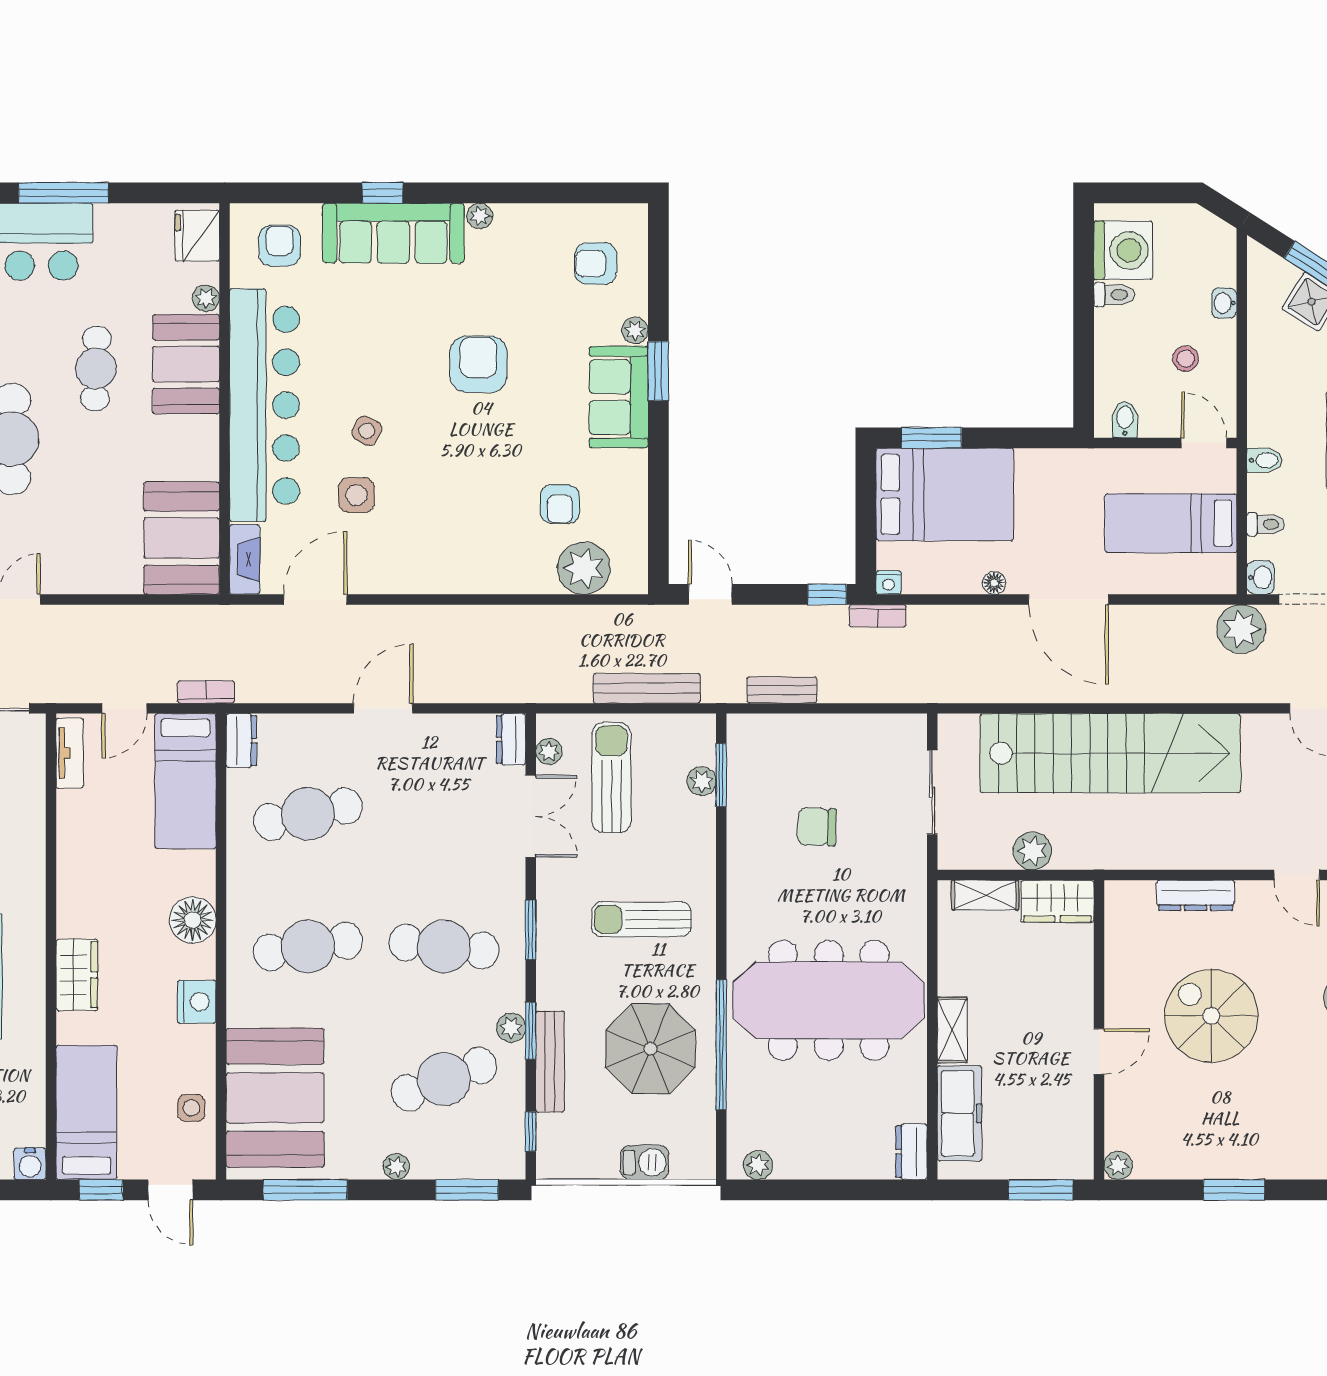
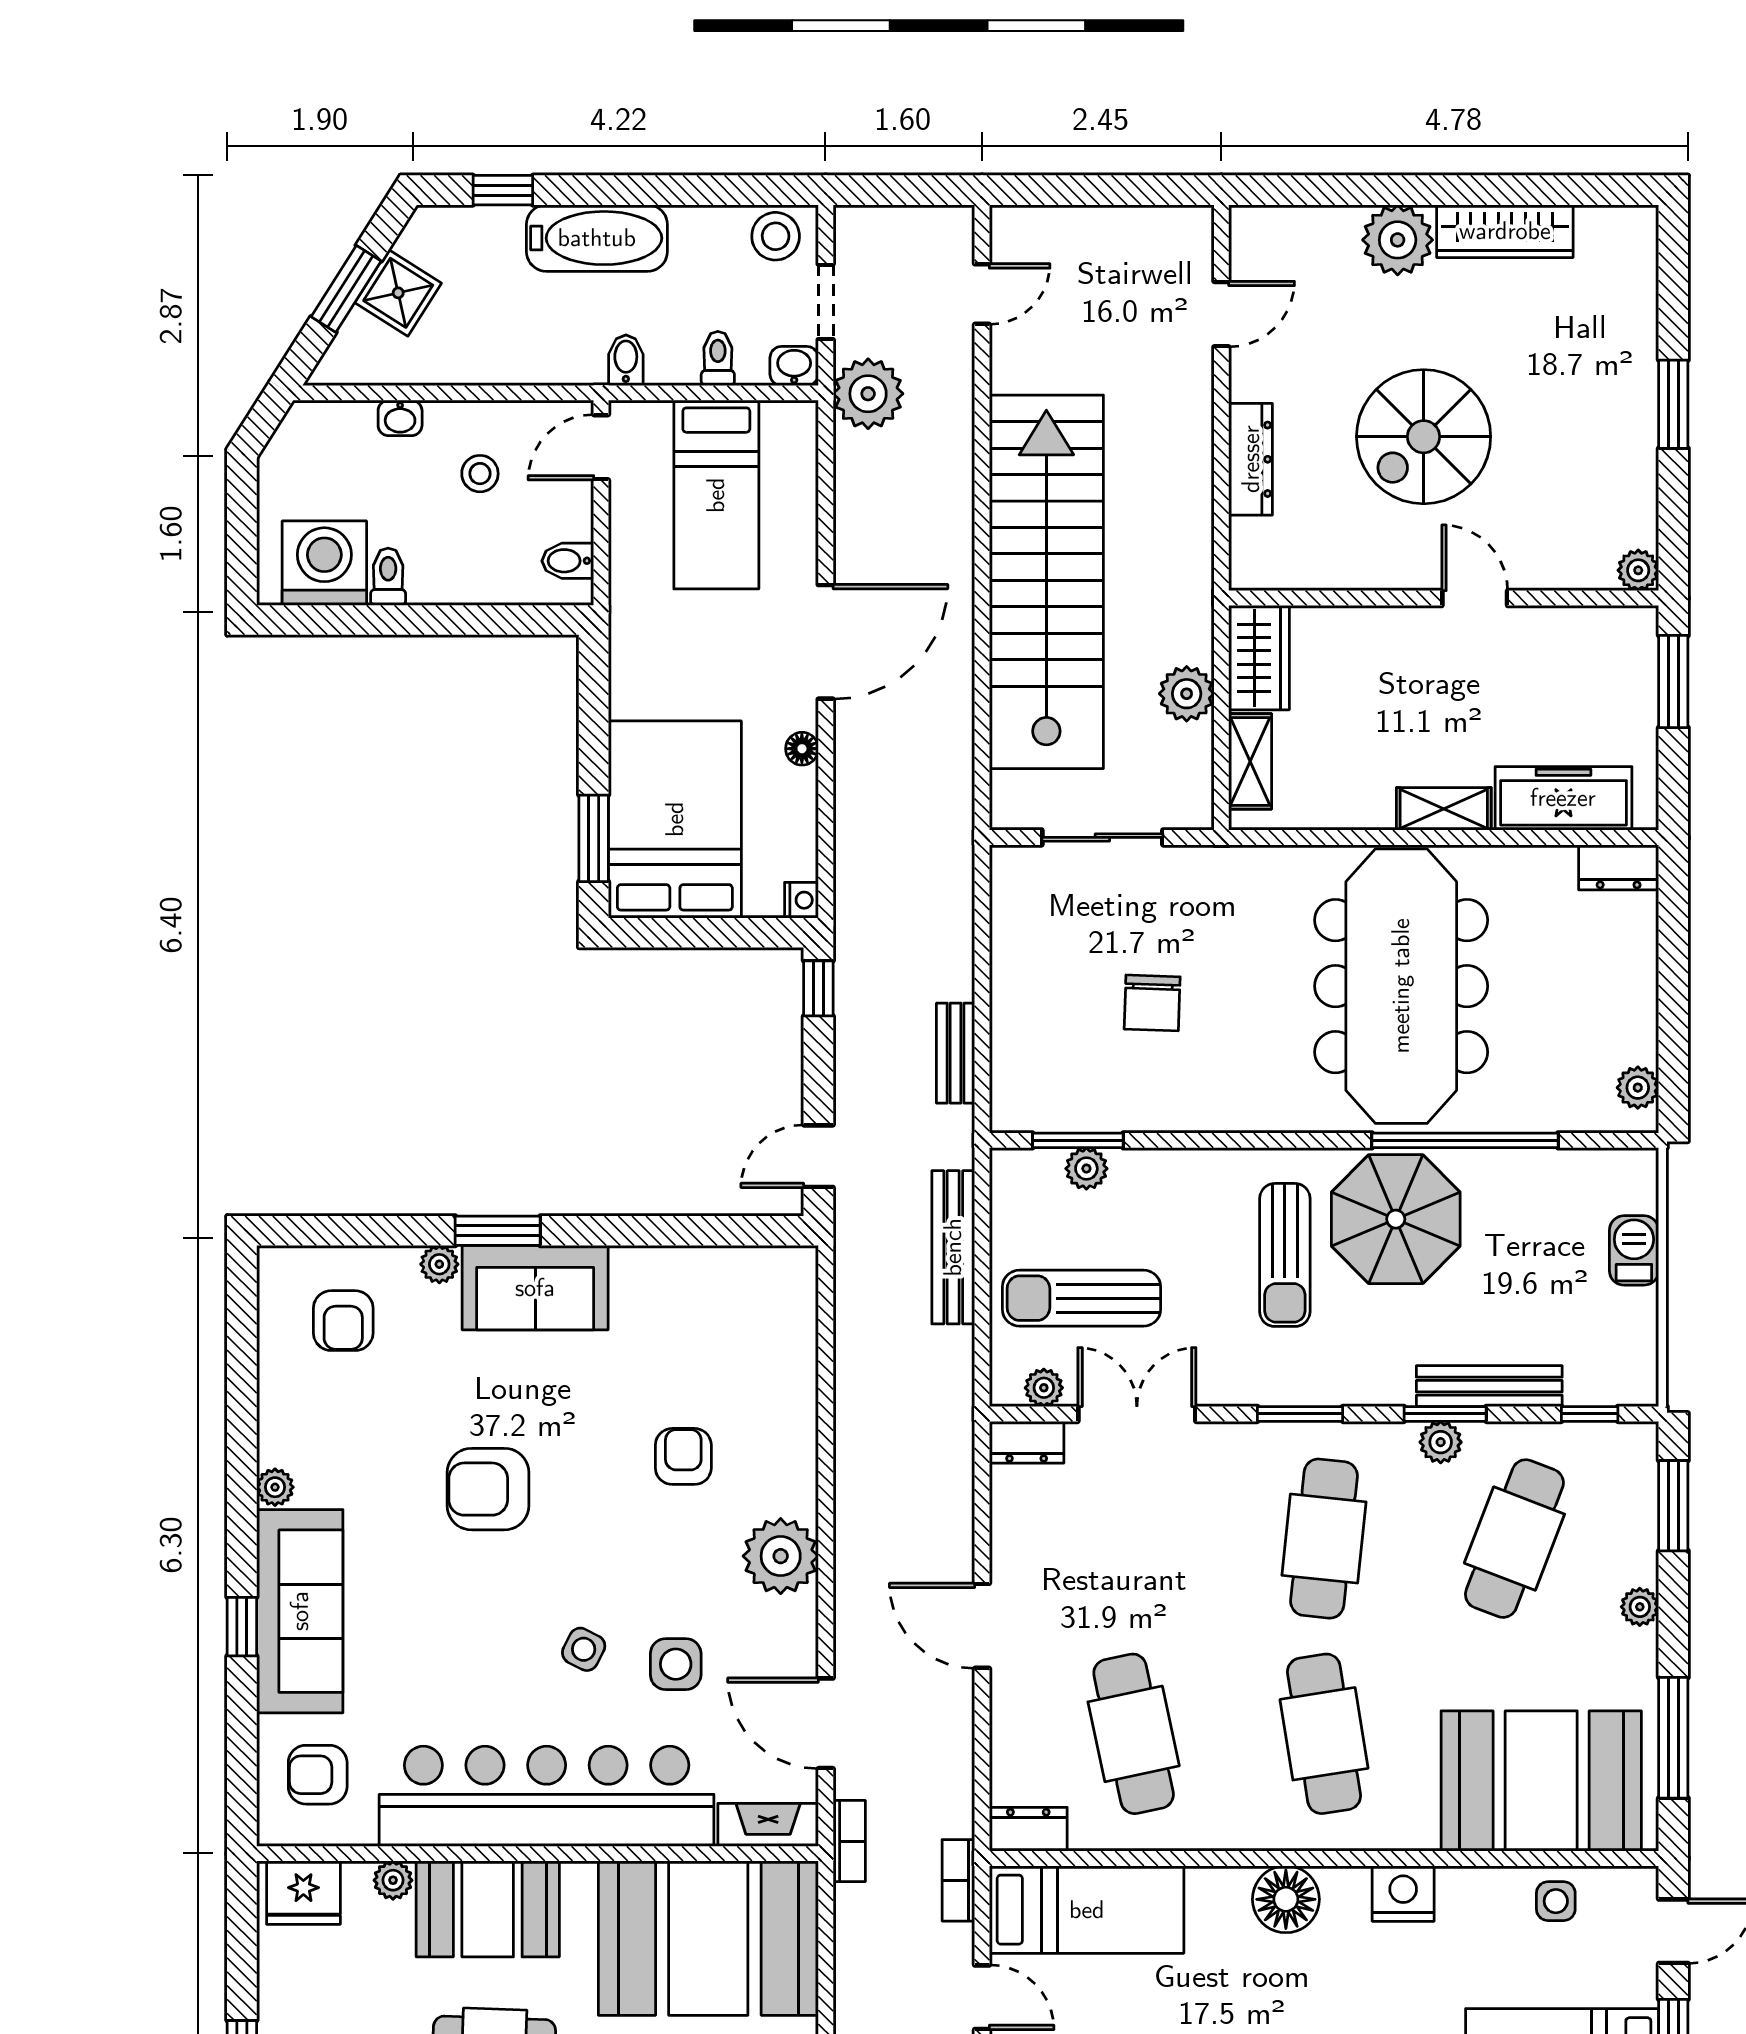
armchair: (560, 504) -> (683, 1456), moved, turned -90
booth: (182, 538) -> (708, 1938), width x1.36, depth x1.42
plant: (584, 568) -> (781, 1556), moved
bookcase: (878, 616) -> (849, 1841), moved
parasol: (651, 1049) -> (1396, 1219), moved
cafe table: (444, 1079) -> (1514, 1539), turned 42

